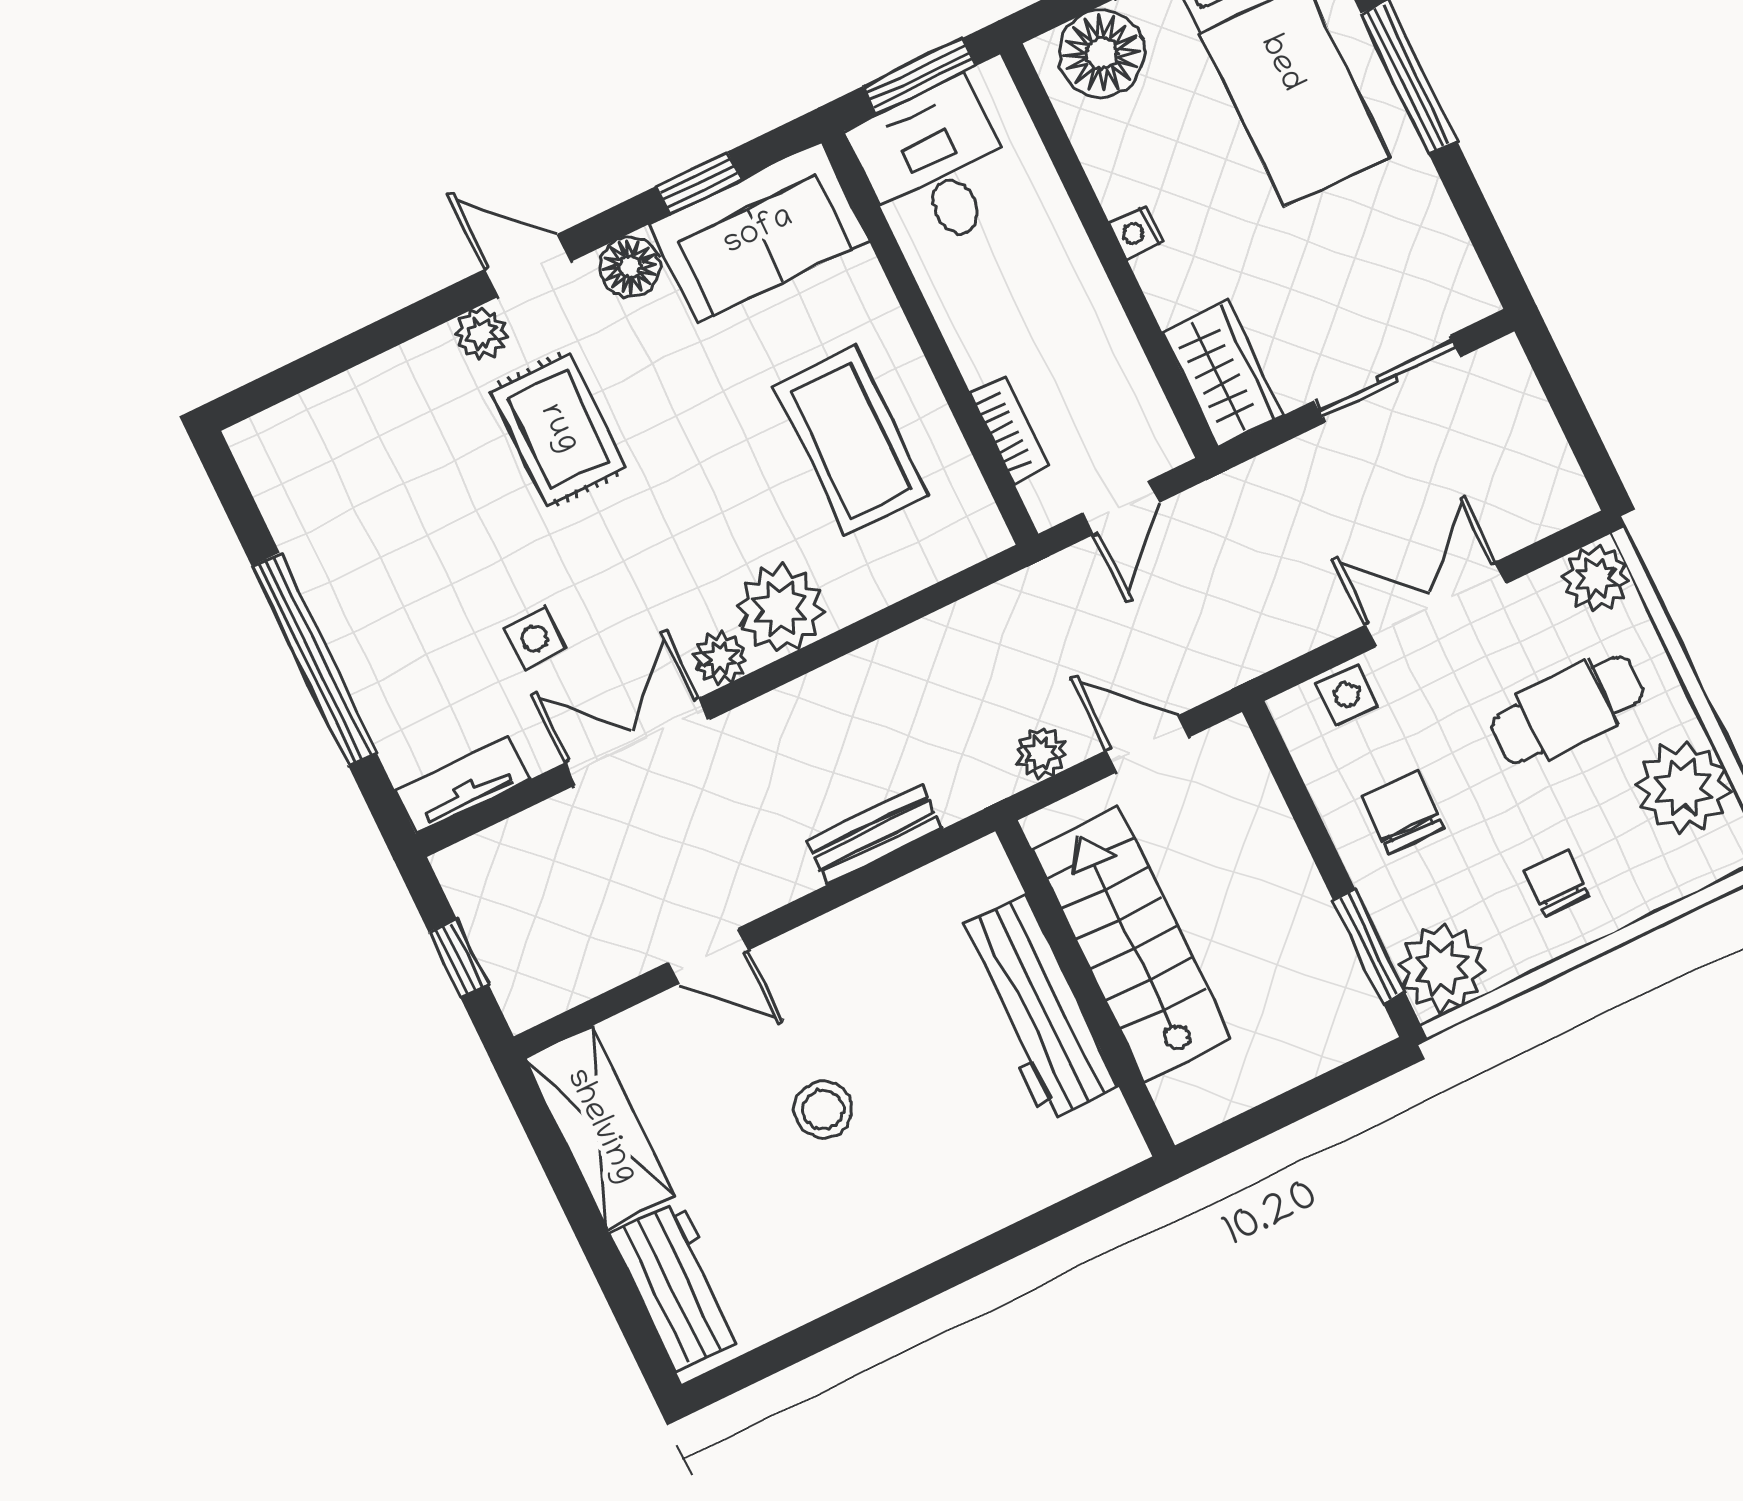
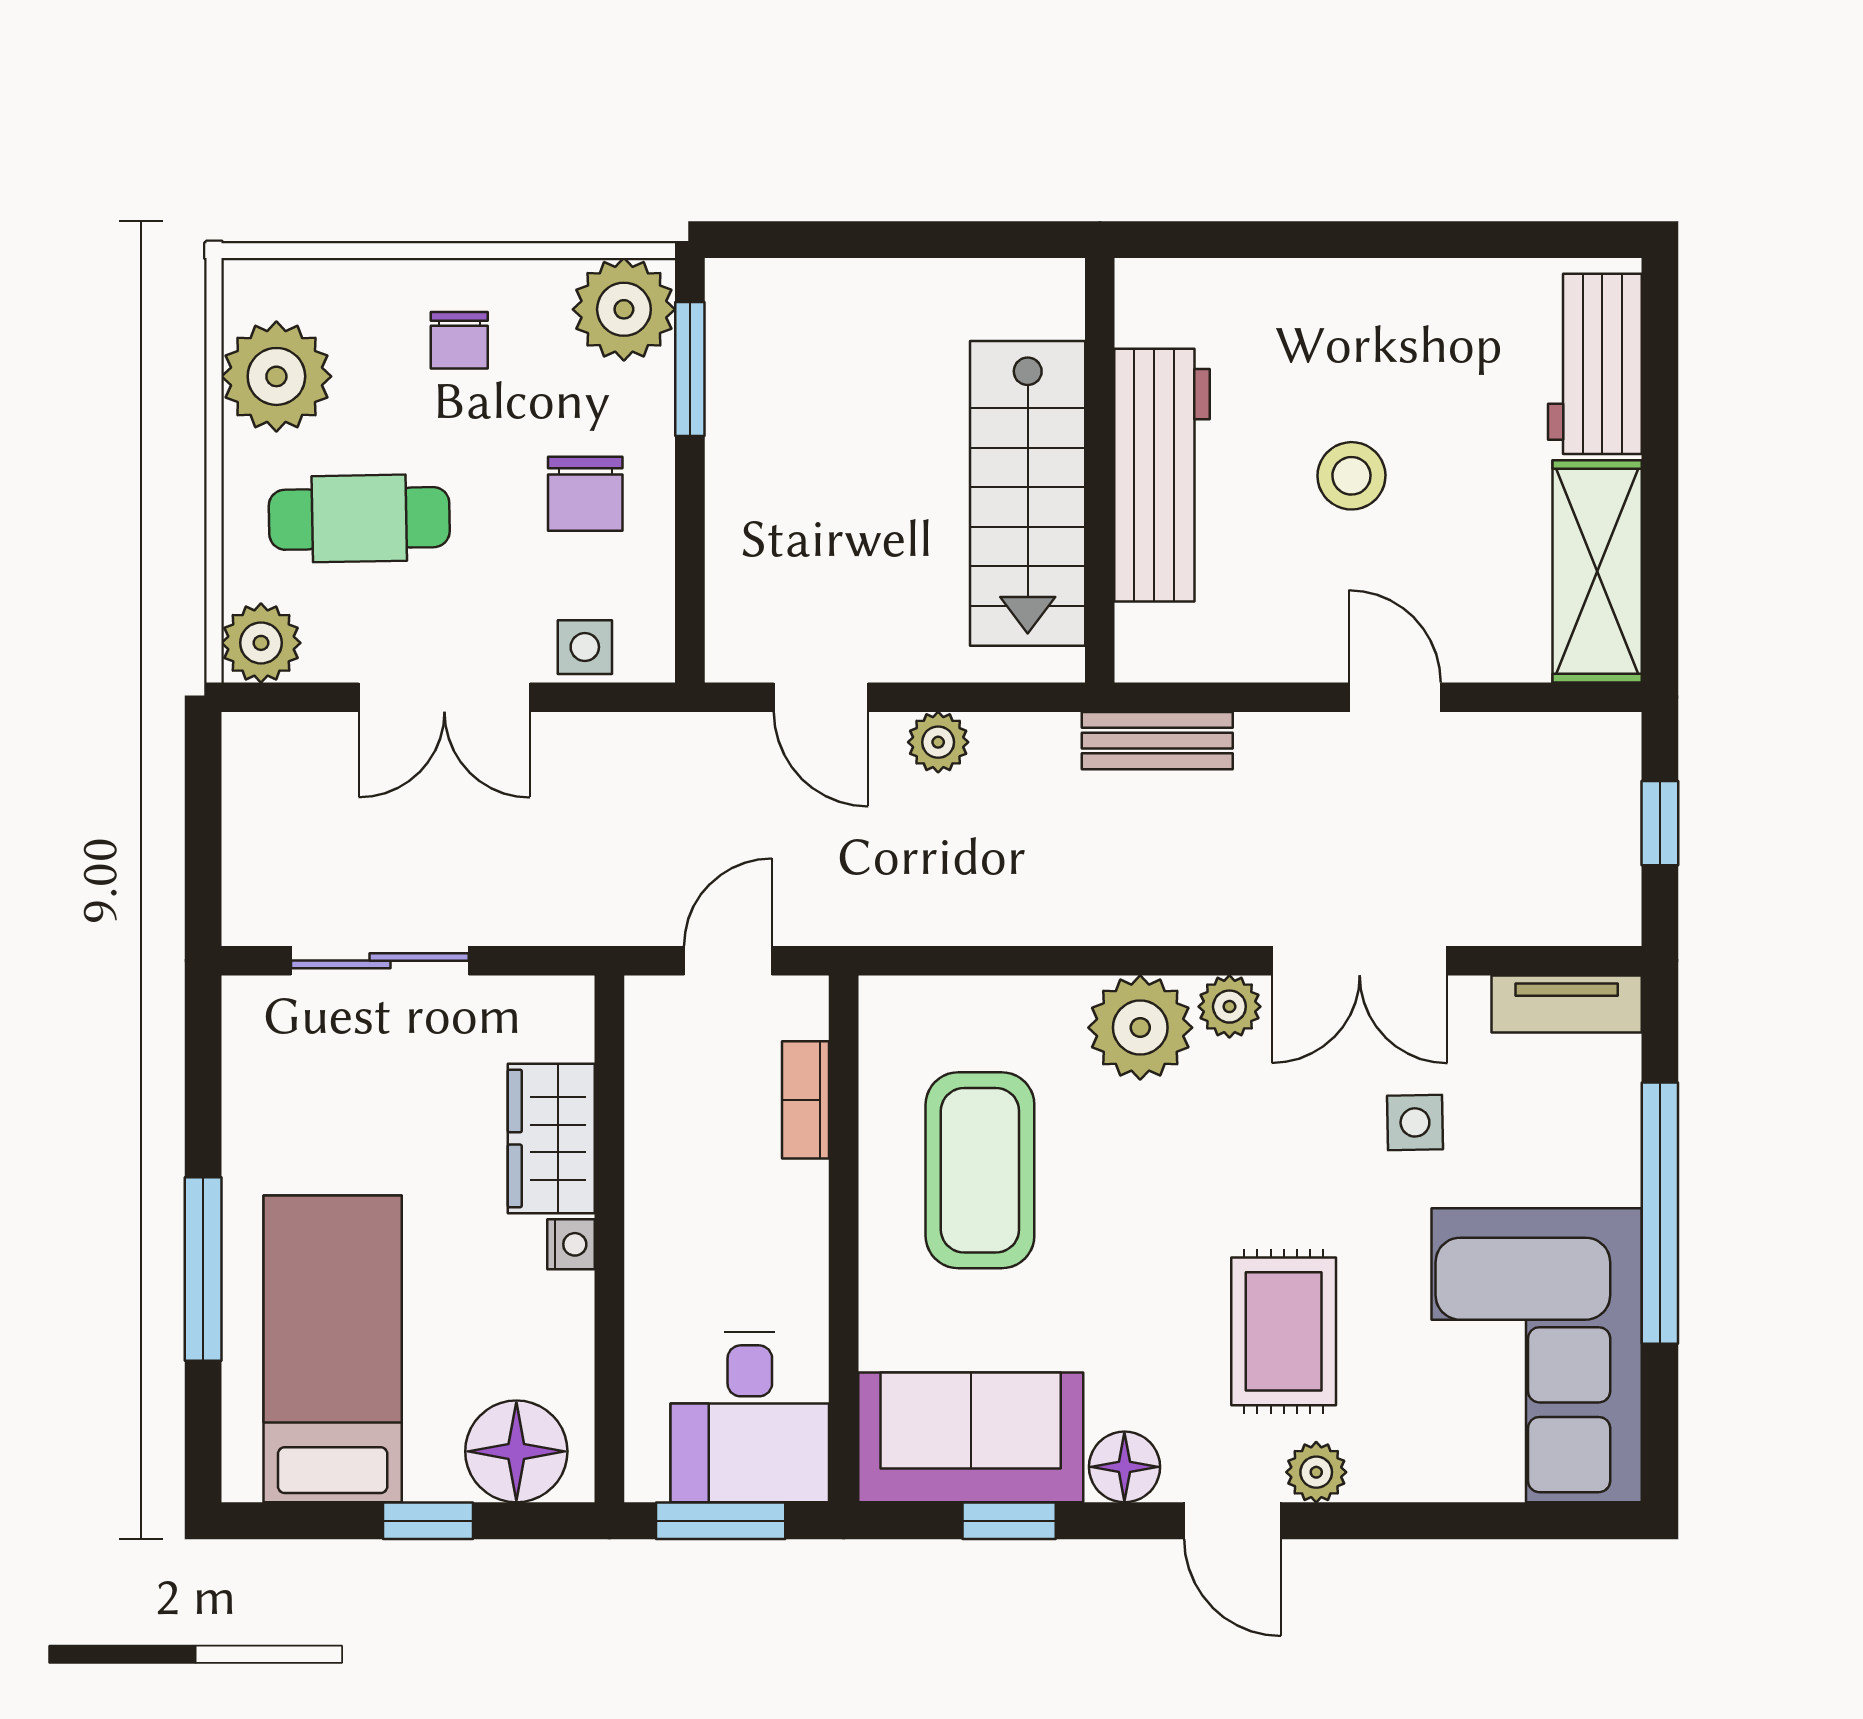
wardrobe: (1223, 374) -> (551, 1138), moved
corner sofa: (356, 505) -> (1537, 1355), added
stairs: (1132, 944) -> (1028, 493), moved
wall: (1085, 988) -> (1100, 470), moved
workbench: (1036, 1008) -> (1162, 475), moved

